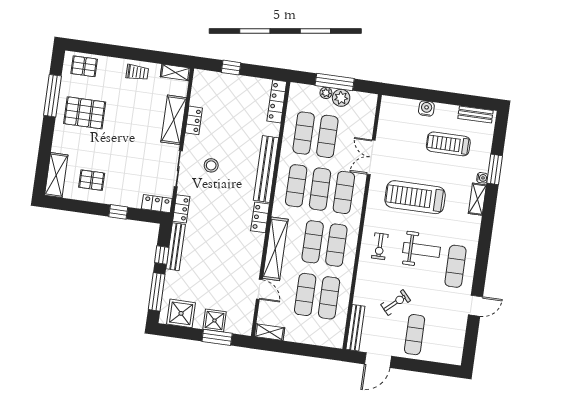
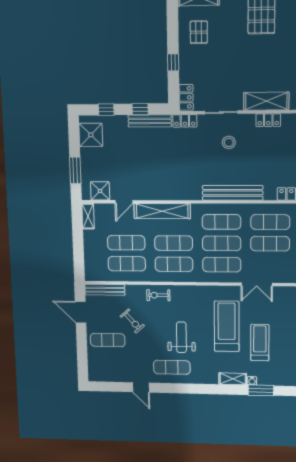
treadmill: (448, 144) -> (260, 343), moved
double door: (371, 157) -> (257, 284), swing flipped
locker: (260, 217) -> (188, 194), removed
exercise bike: (380, 246) -> (158, 295), moved
weight bench: (422, 250) -> (181, 337), turned 180
window: (157, 292) -> (106, 110), width x0.46
shower: (215, 320) -> (100, 191), moved

